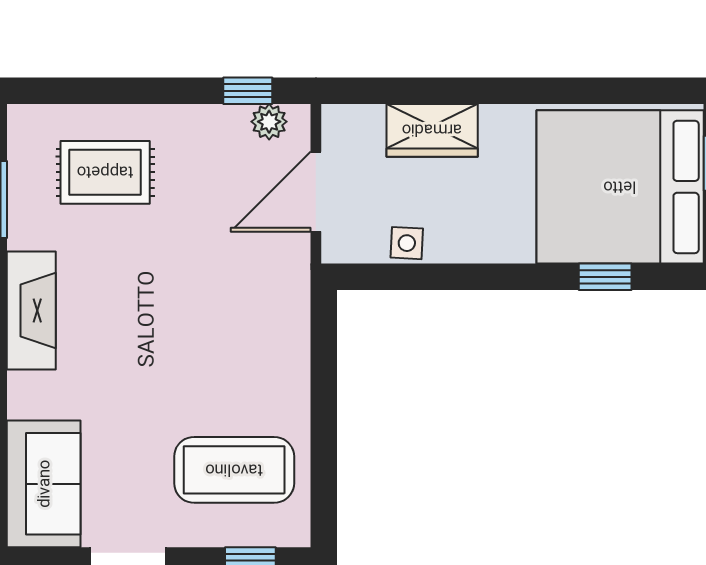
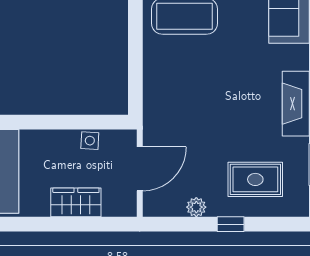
window: (248, 91) -> (231, 224), moved
plant: (269, 122) -> (196, 207), moved

